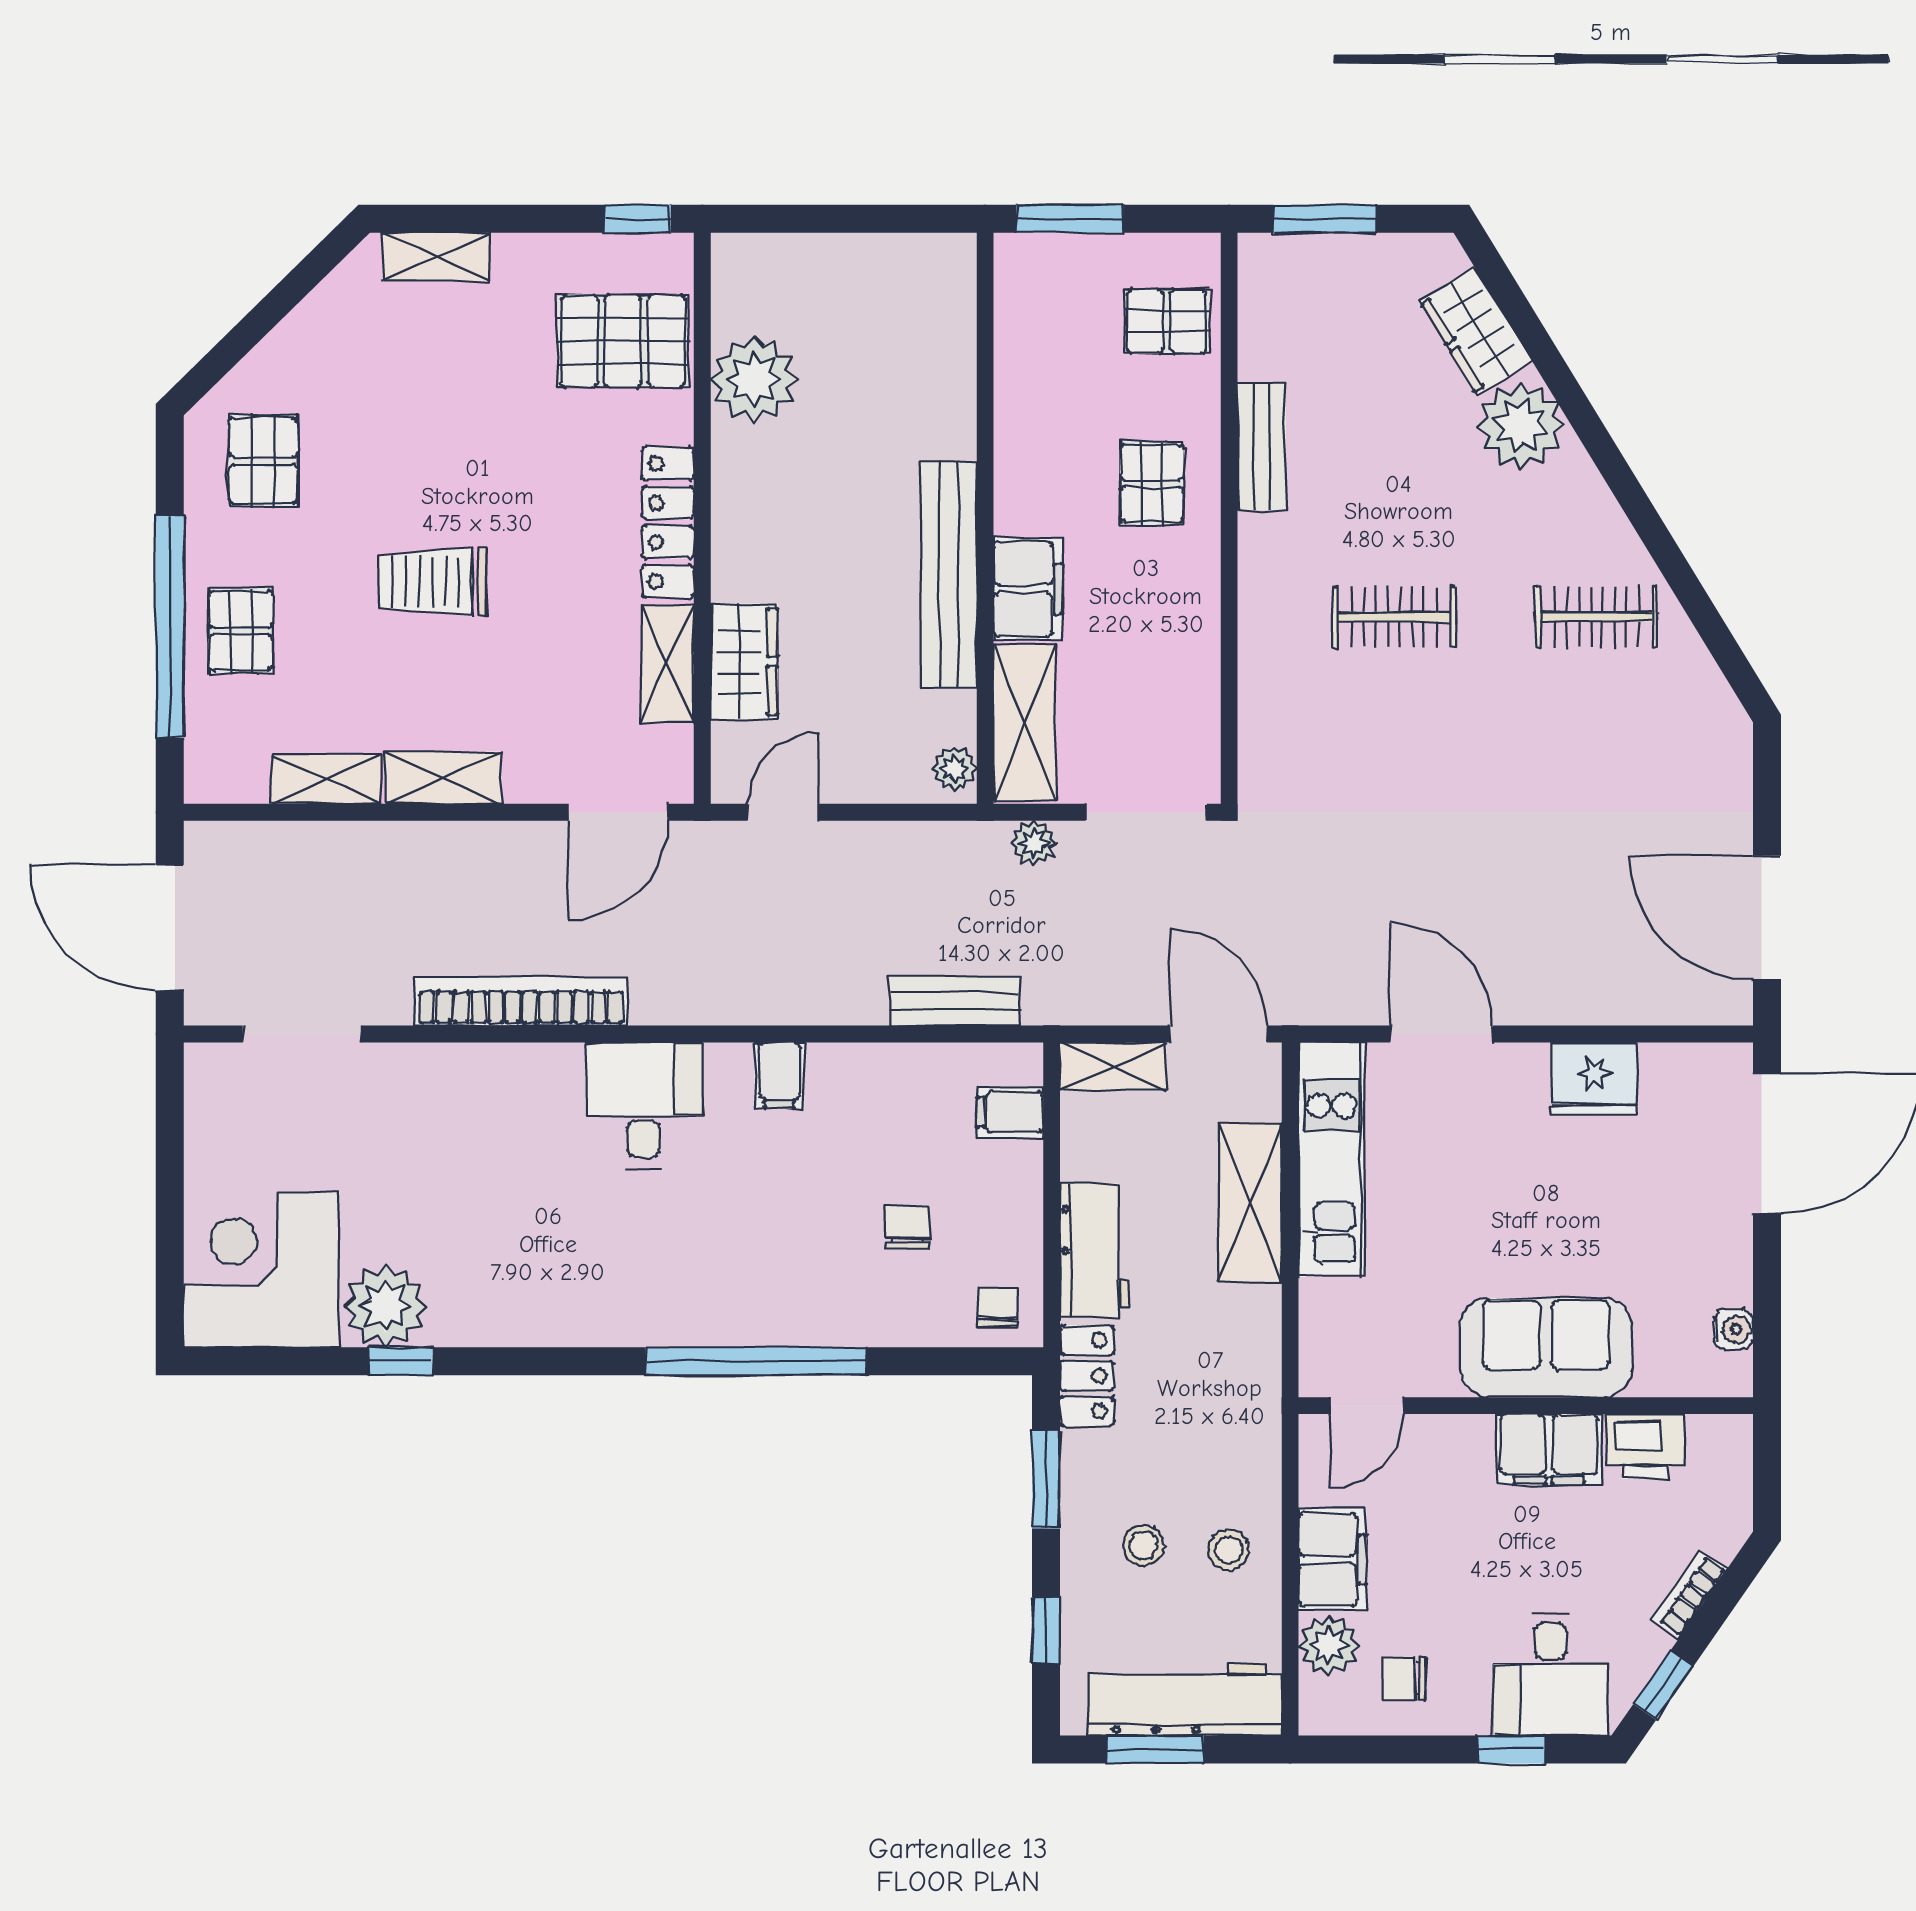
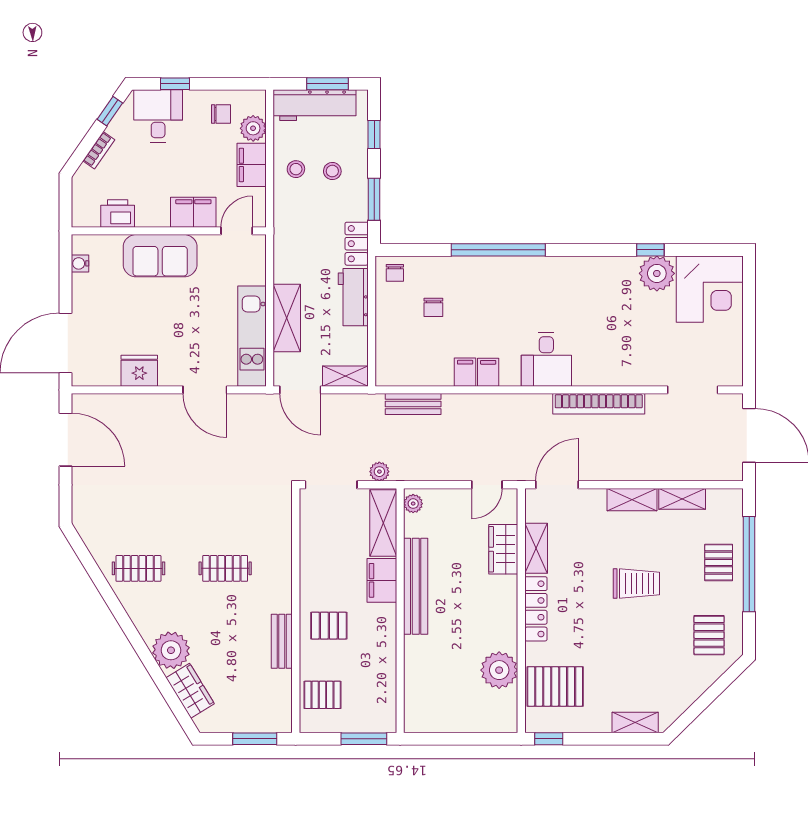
pallet: (1152, 483) -> (329, 626), turned 90
filing cabinet: (1010, 1112) -> (465, 372), moved, turned -90
filing cabinet: (1549, 1449) -> (193, 212), moved

